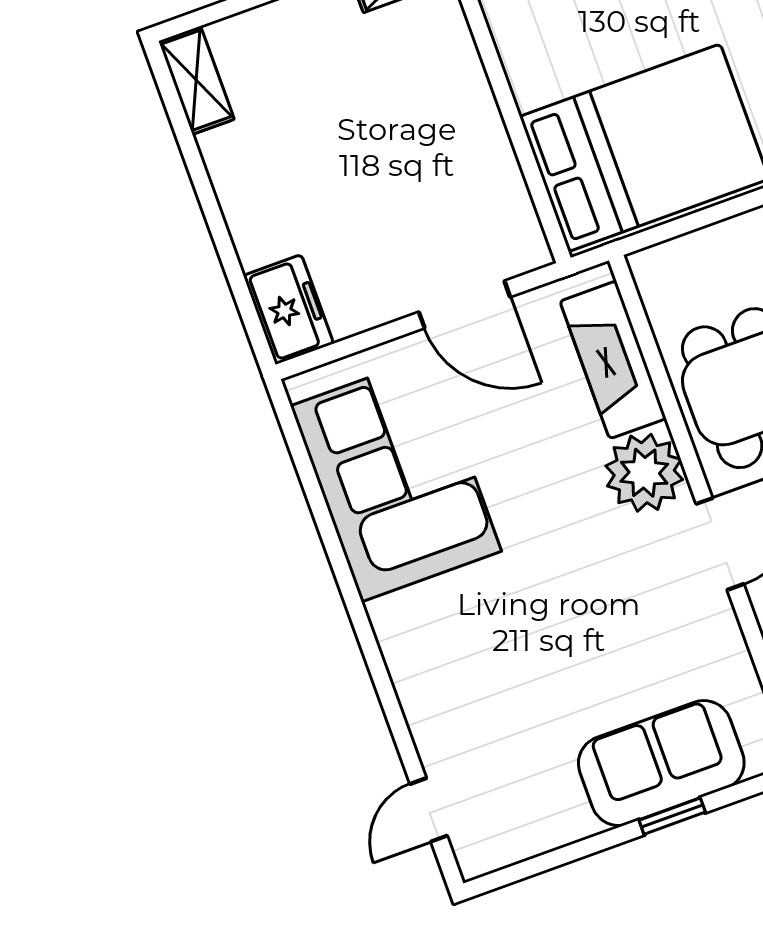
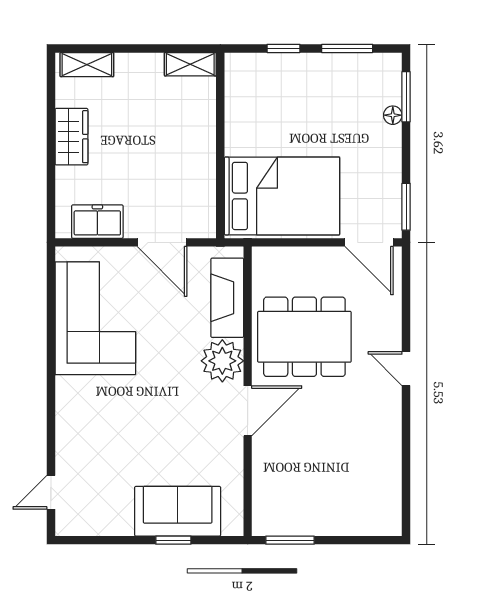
shelving: (196, 80) -> (87, 65), moved, turned 90
wardrobe: (240, 177) -> (71, 137), added
freezer: (288, 310) -> (97, 222), moved, turned -90

